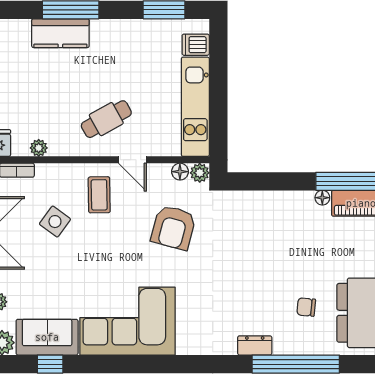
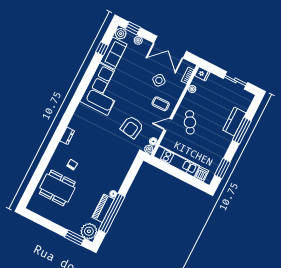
armchair: (173, 228) -> (132, 127), turned -96
window: (296, 364) -> (51, 149), removed

